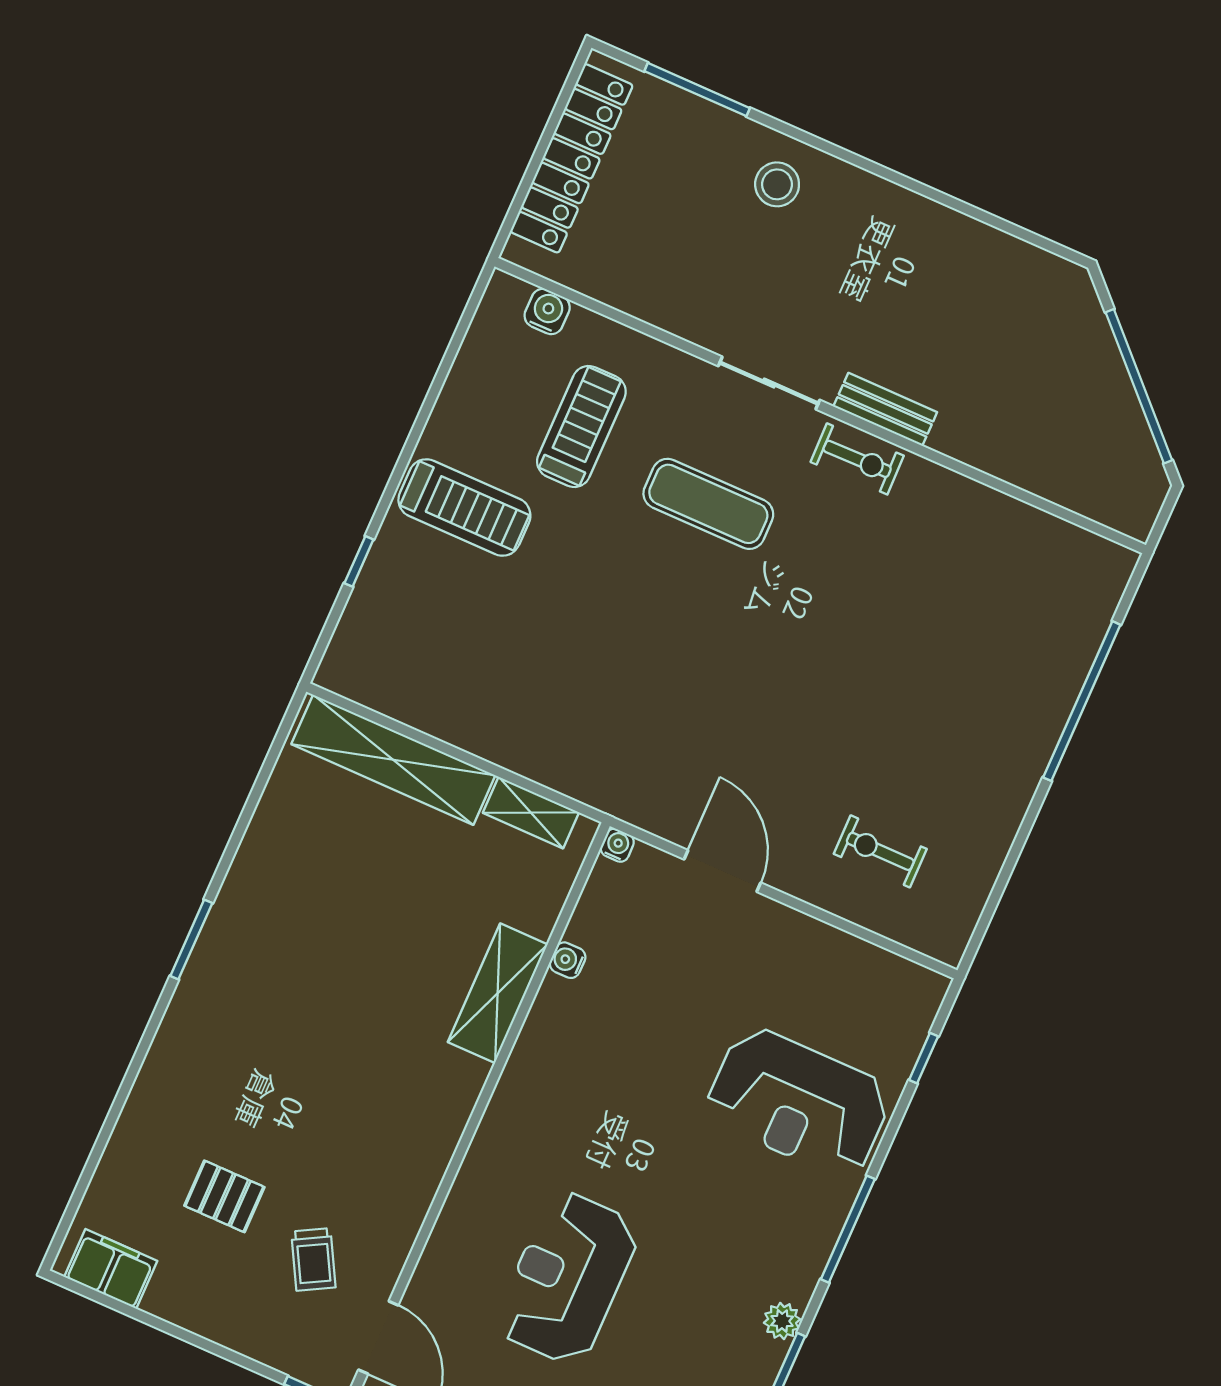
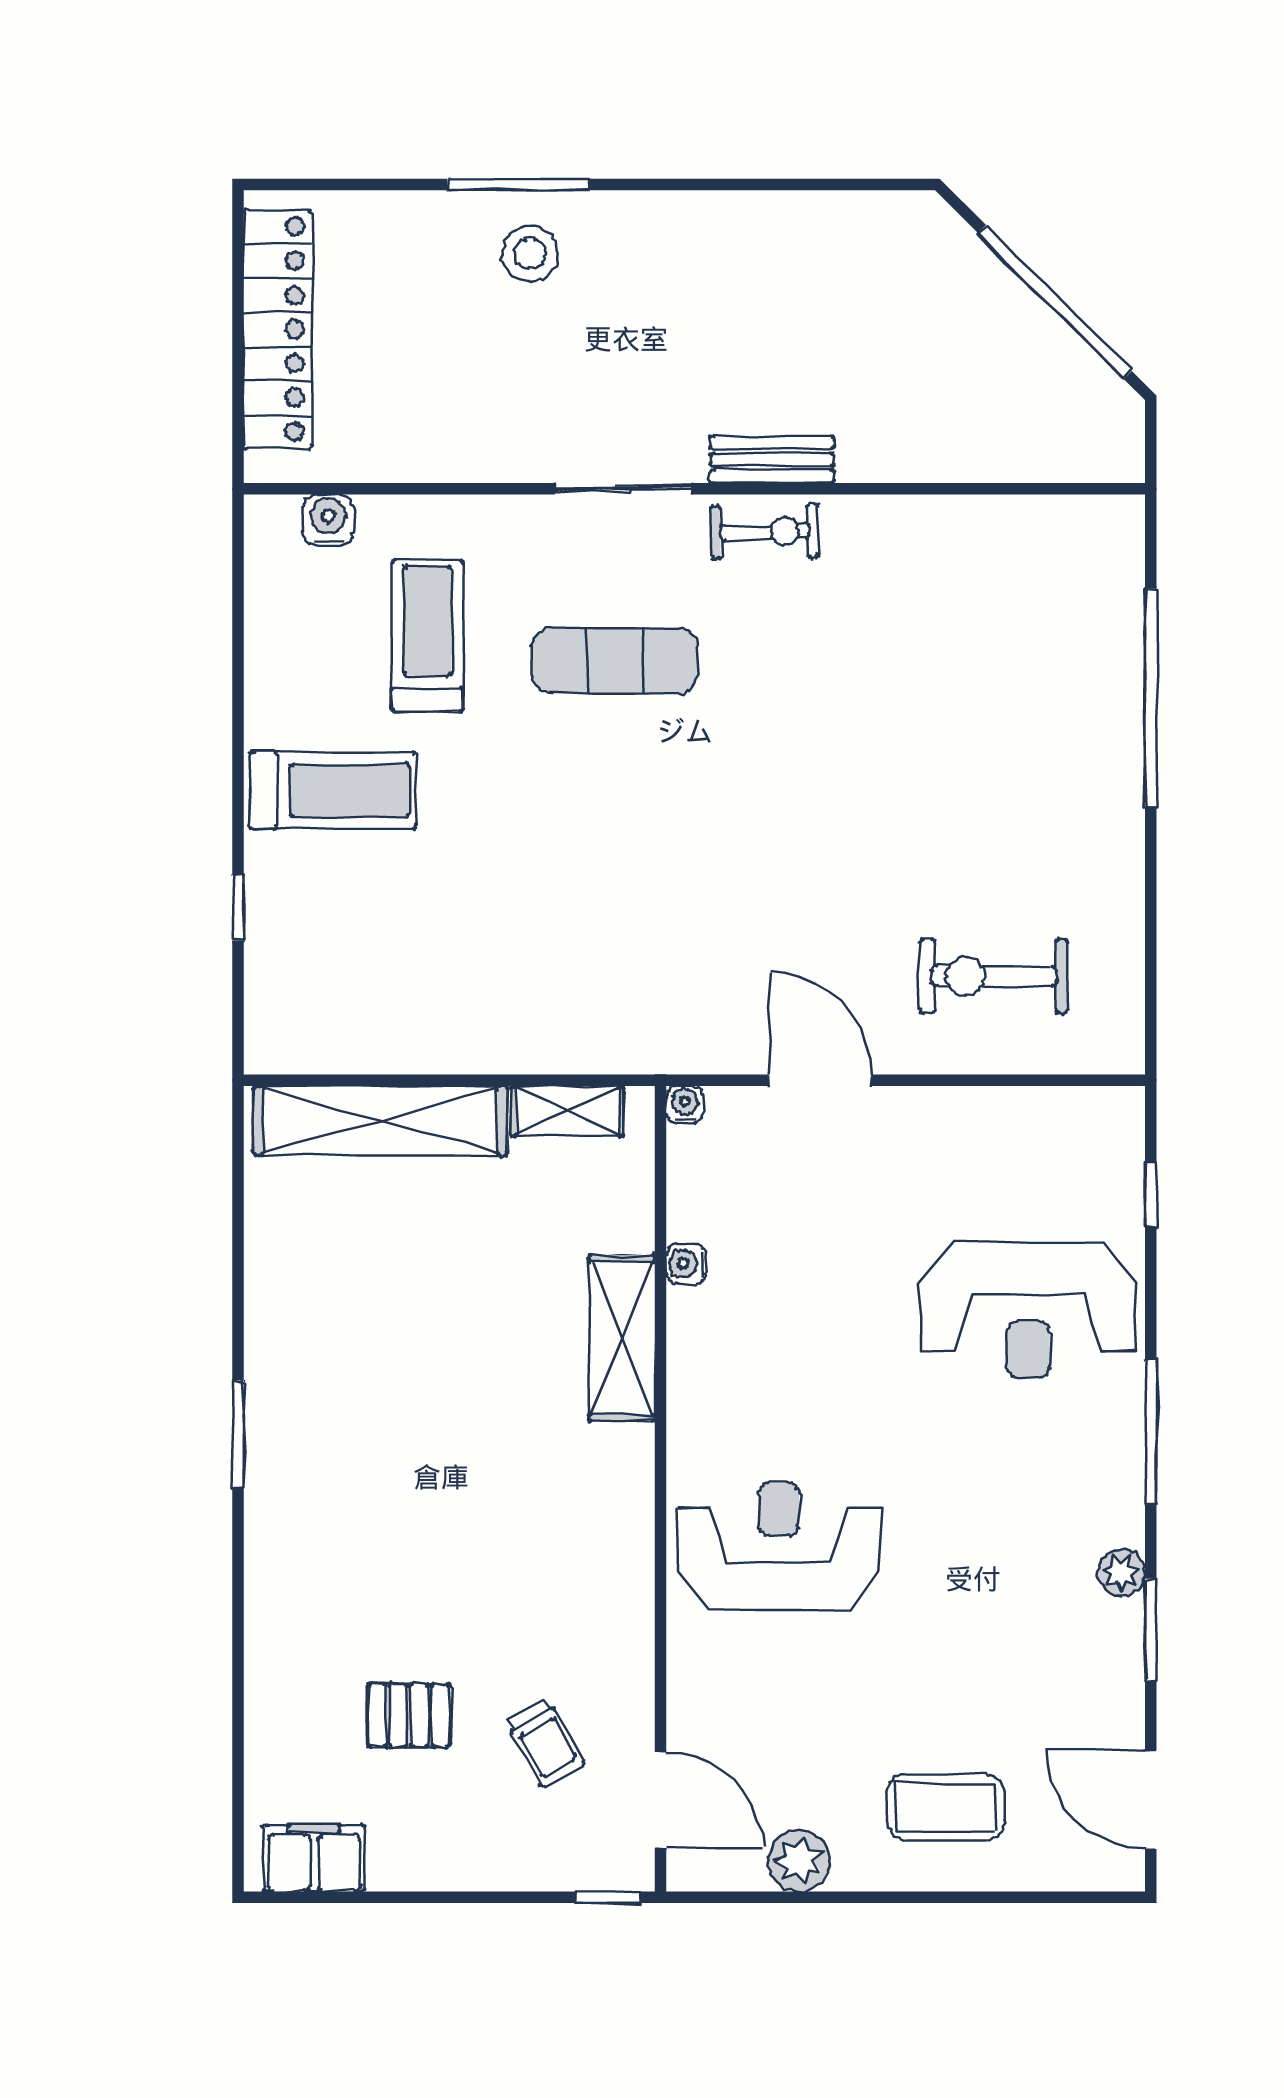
window: (697, 90) -> (518, 185), moved
exercise bike: (880, 851) -> (994, 976), width x1.38, depth x1.39
reception desk: (567, 1278) -> (779, 1546), moved, turned 90

